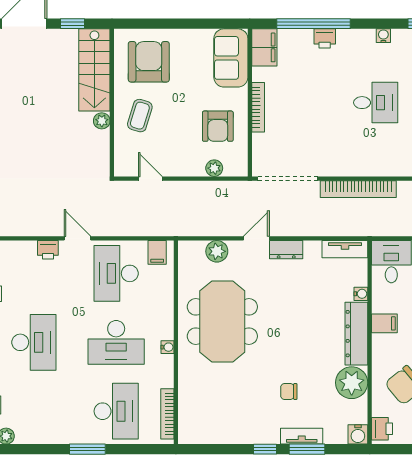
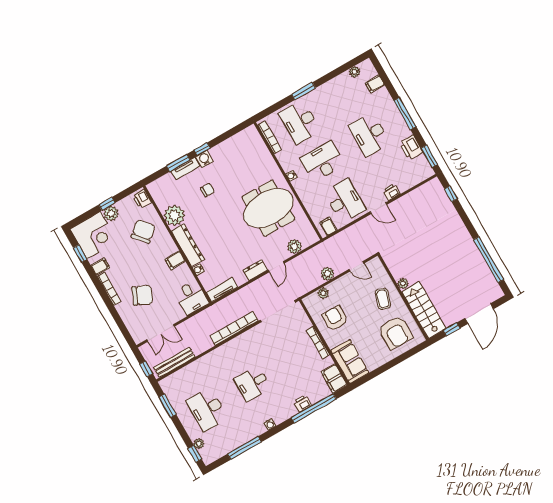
plant: (194, 191) -> (327, 274), added
meeting table: (222, 322) -> (268, 208), turned 90
water cooler: (358, 434) -> (205, 159), moved

